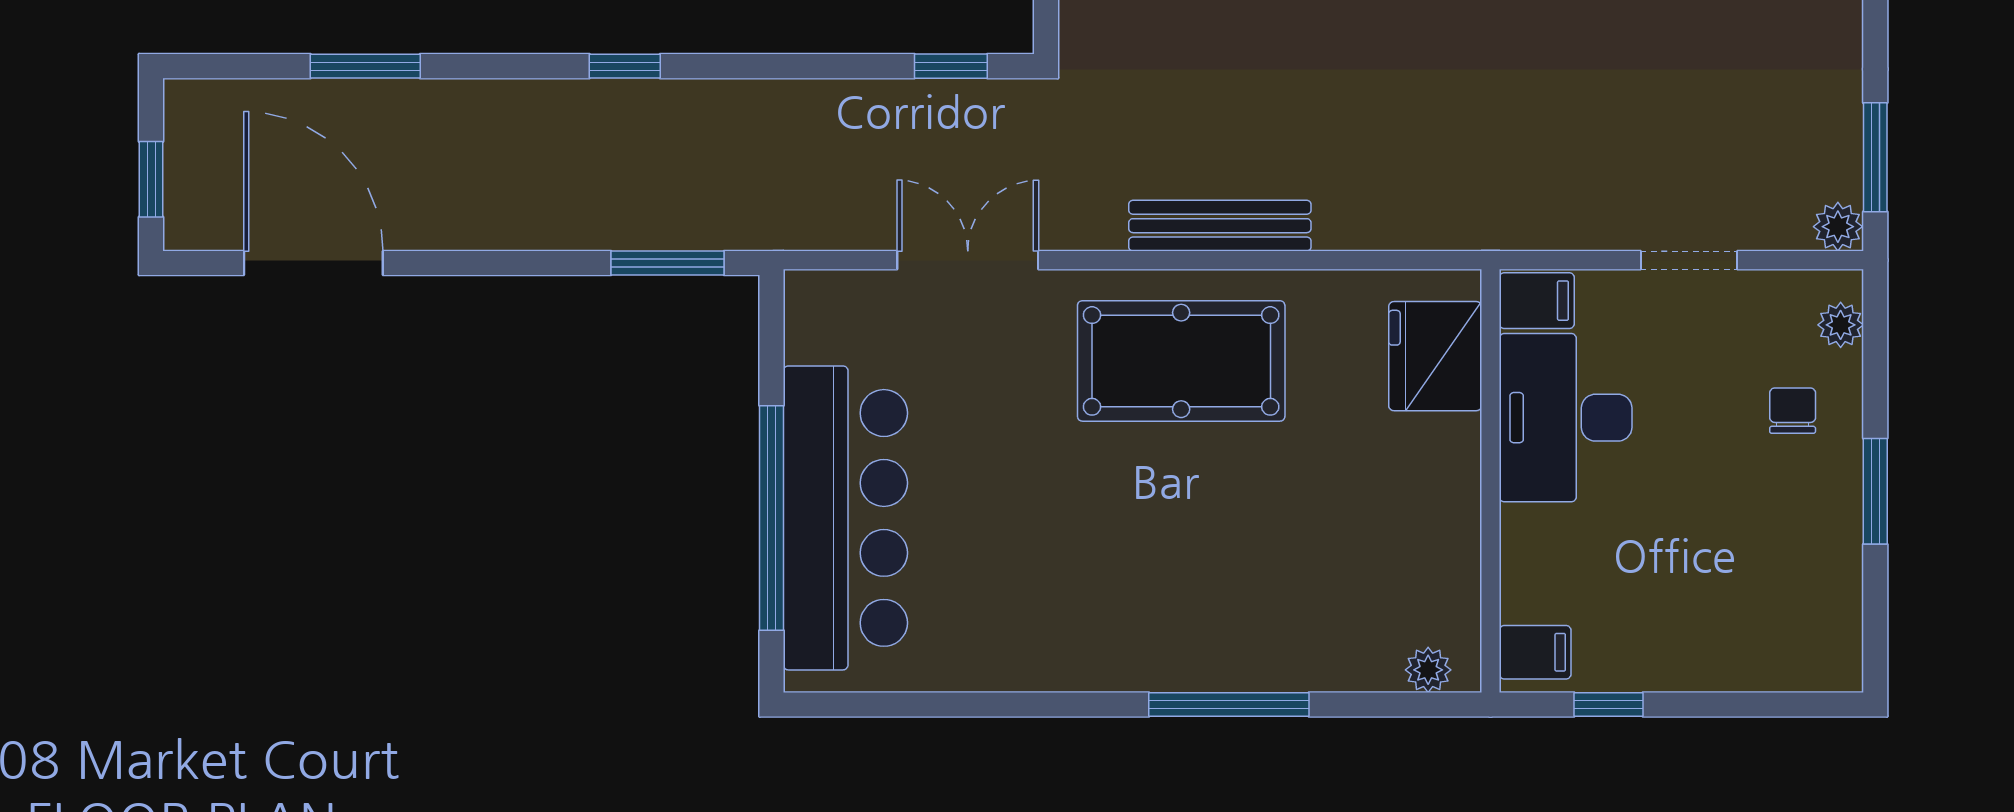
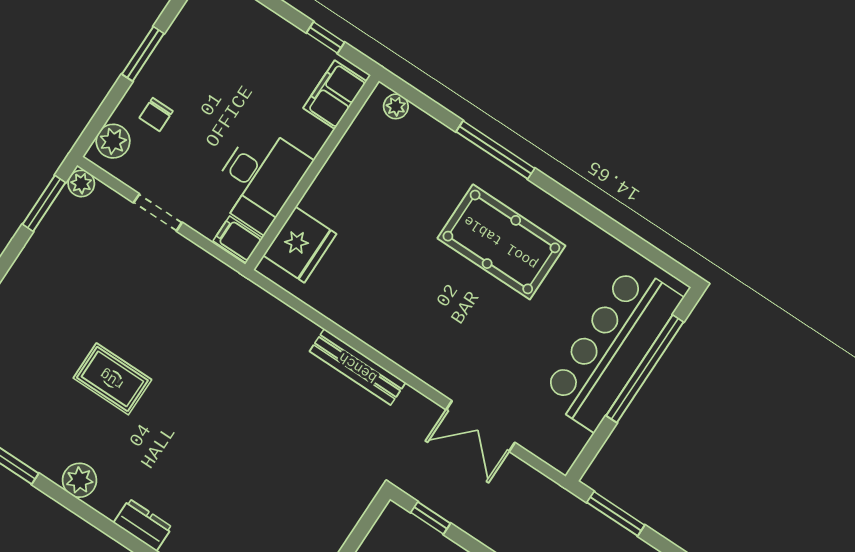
plant: (1841, 325) -> (113, 141), width x1.38, depth x1.38
pool table: (1181, 361) -> (501, 242), moved
filing cabinet: (1535, 652) -> (335, 95), width x2.00

